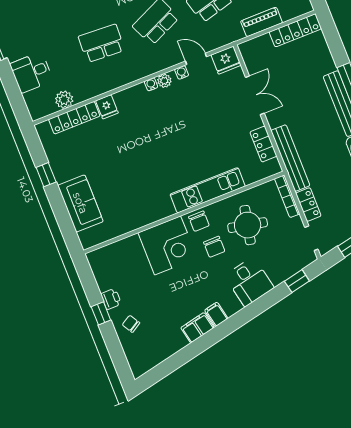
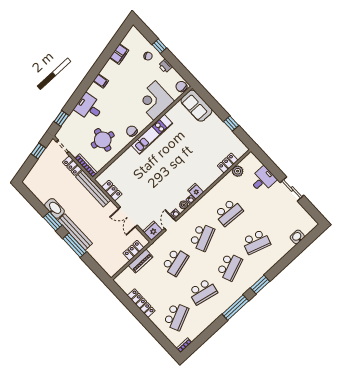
locker: (295, 30) -> (133, 250), moved, width x0.66
door: (196, 59) -> (170, 225), swing flipped
fridge: (107, 107) -> (196, 191), moved
locker: (74, 118) -> (228, 163), width x0.66
kitchen unit: (208, 190) -> (152, 134), moved
sofa: (80, 203) -> (196, 106), moved
corner desk: (168, 245) -> (155, 101), moved
chair: (214, 247) -> (181, 87), moved
window: (101, 313) -> (159, 46), moved
filing cabinet: (197, 328) -> (119, 54), moved

